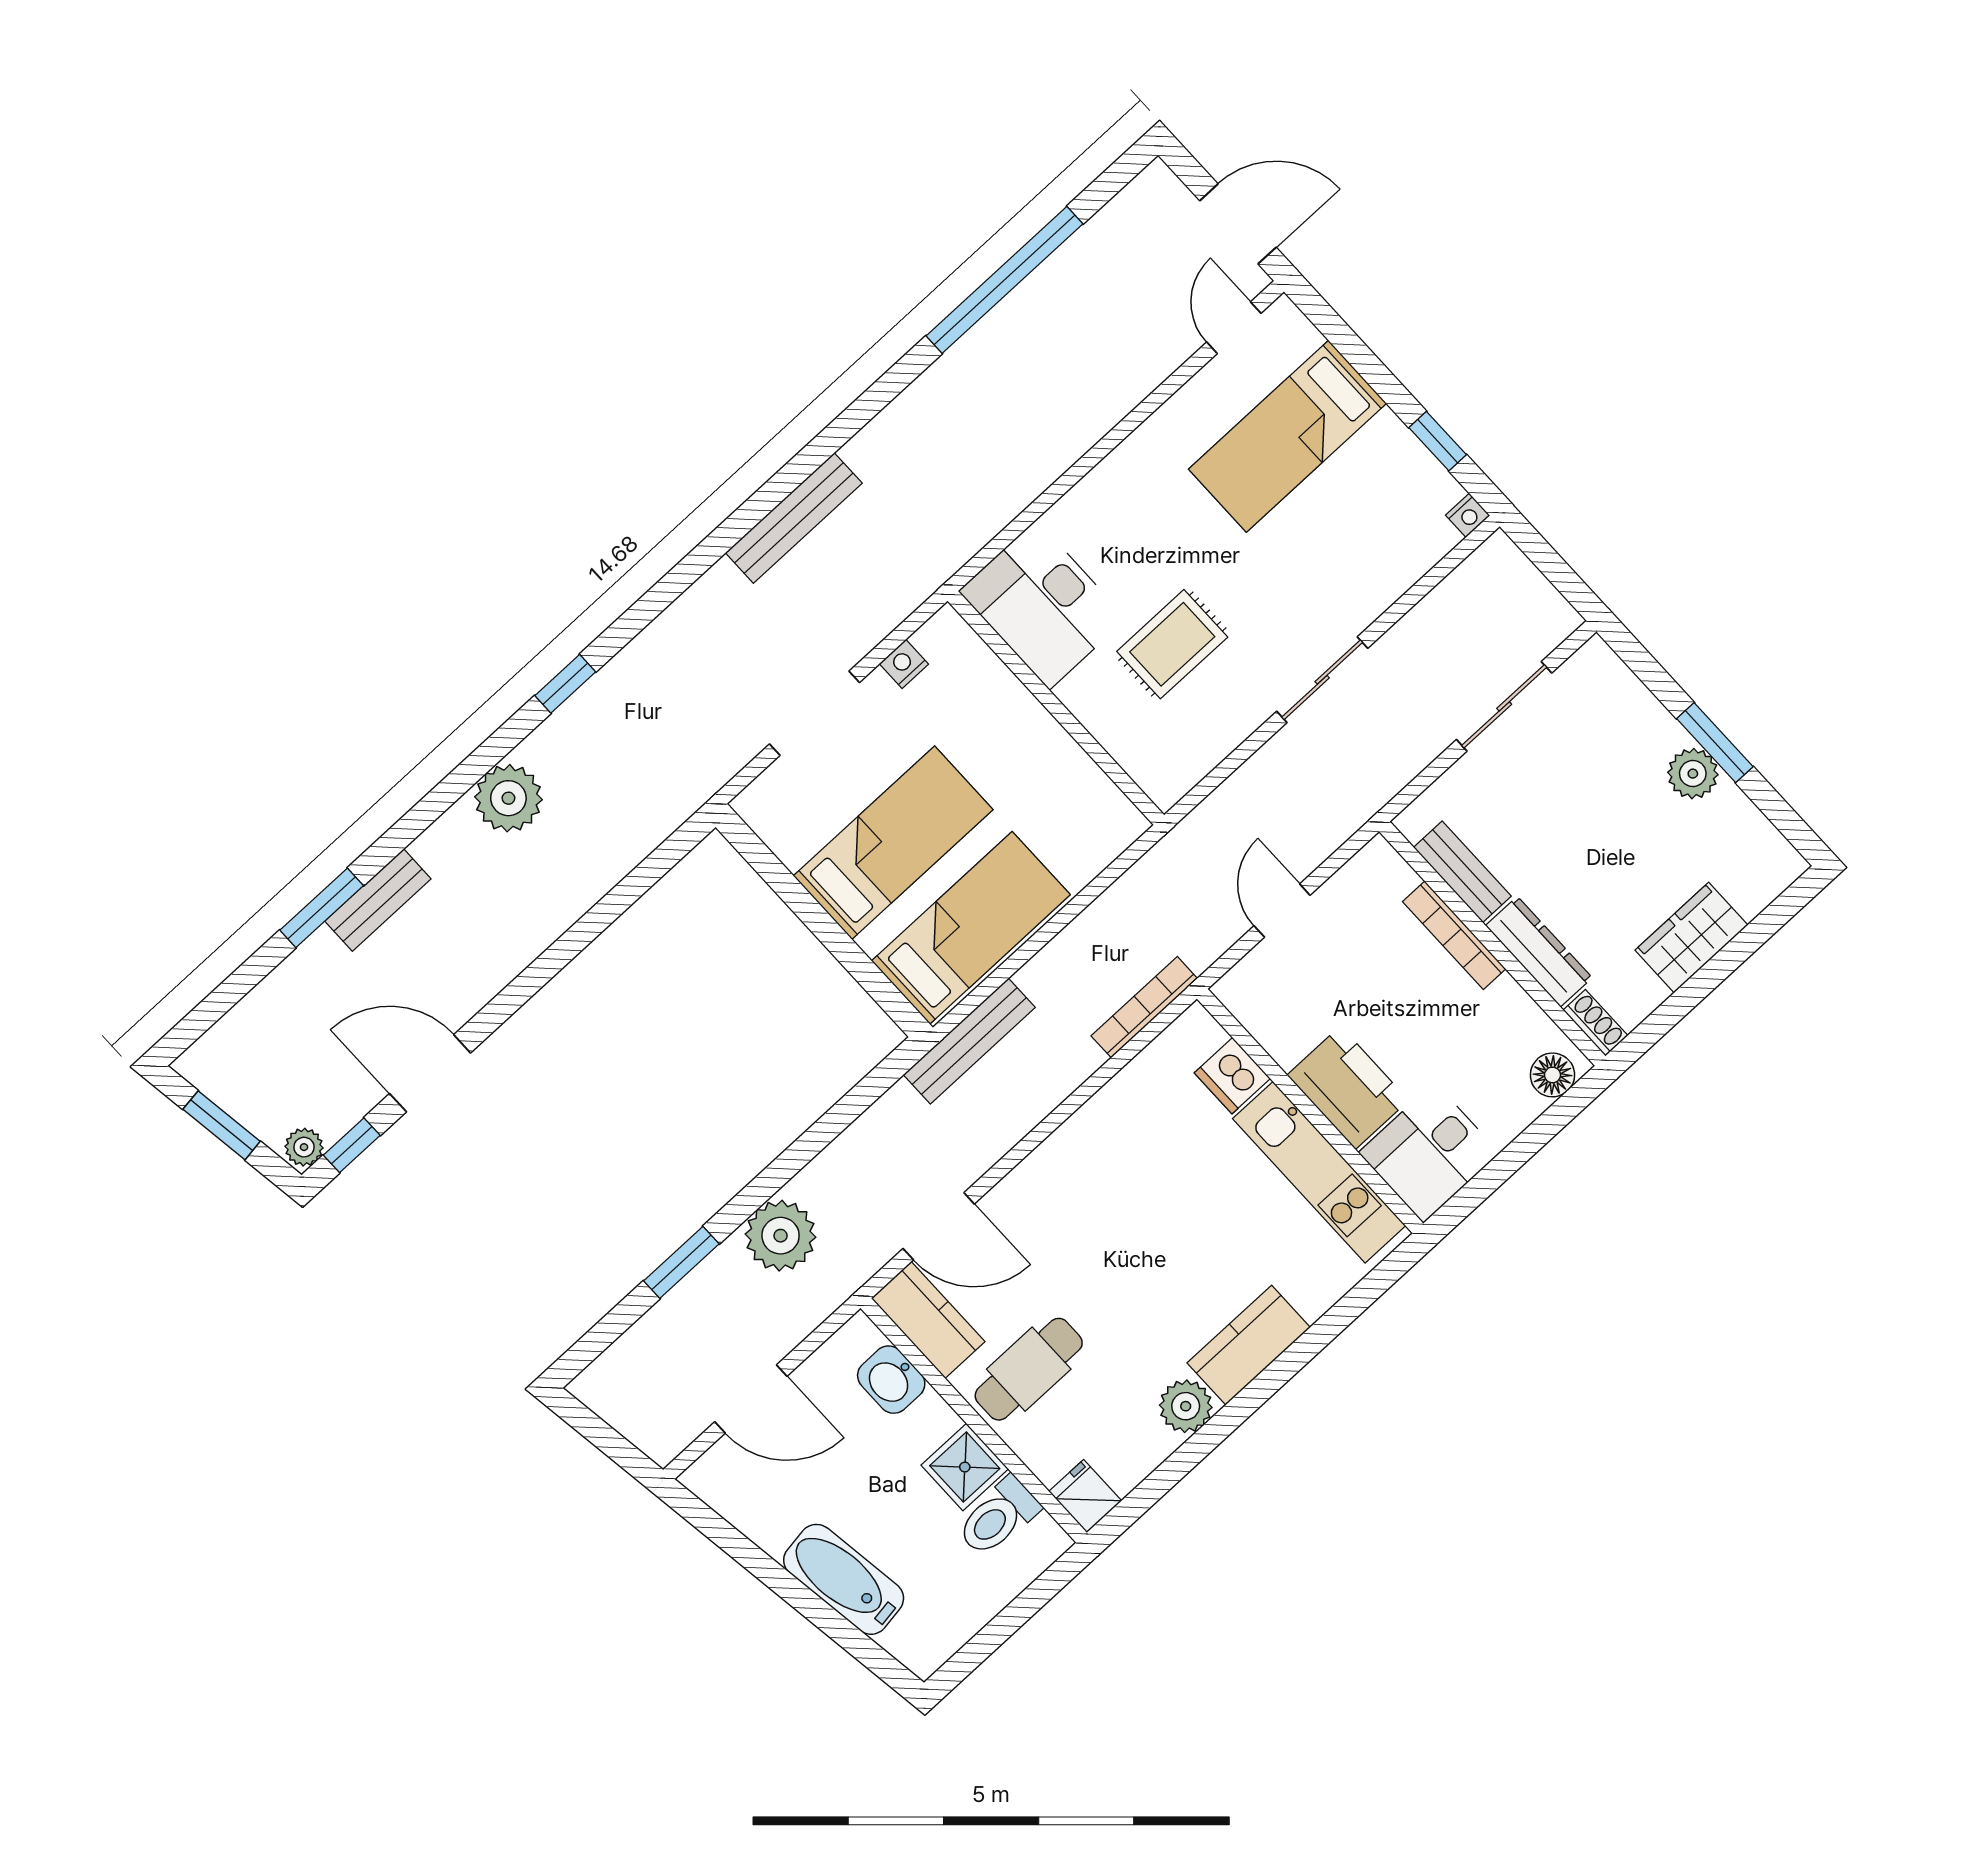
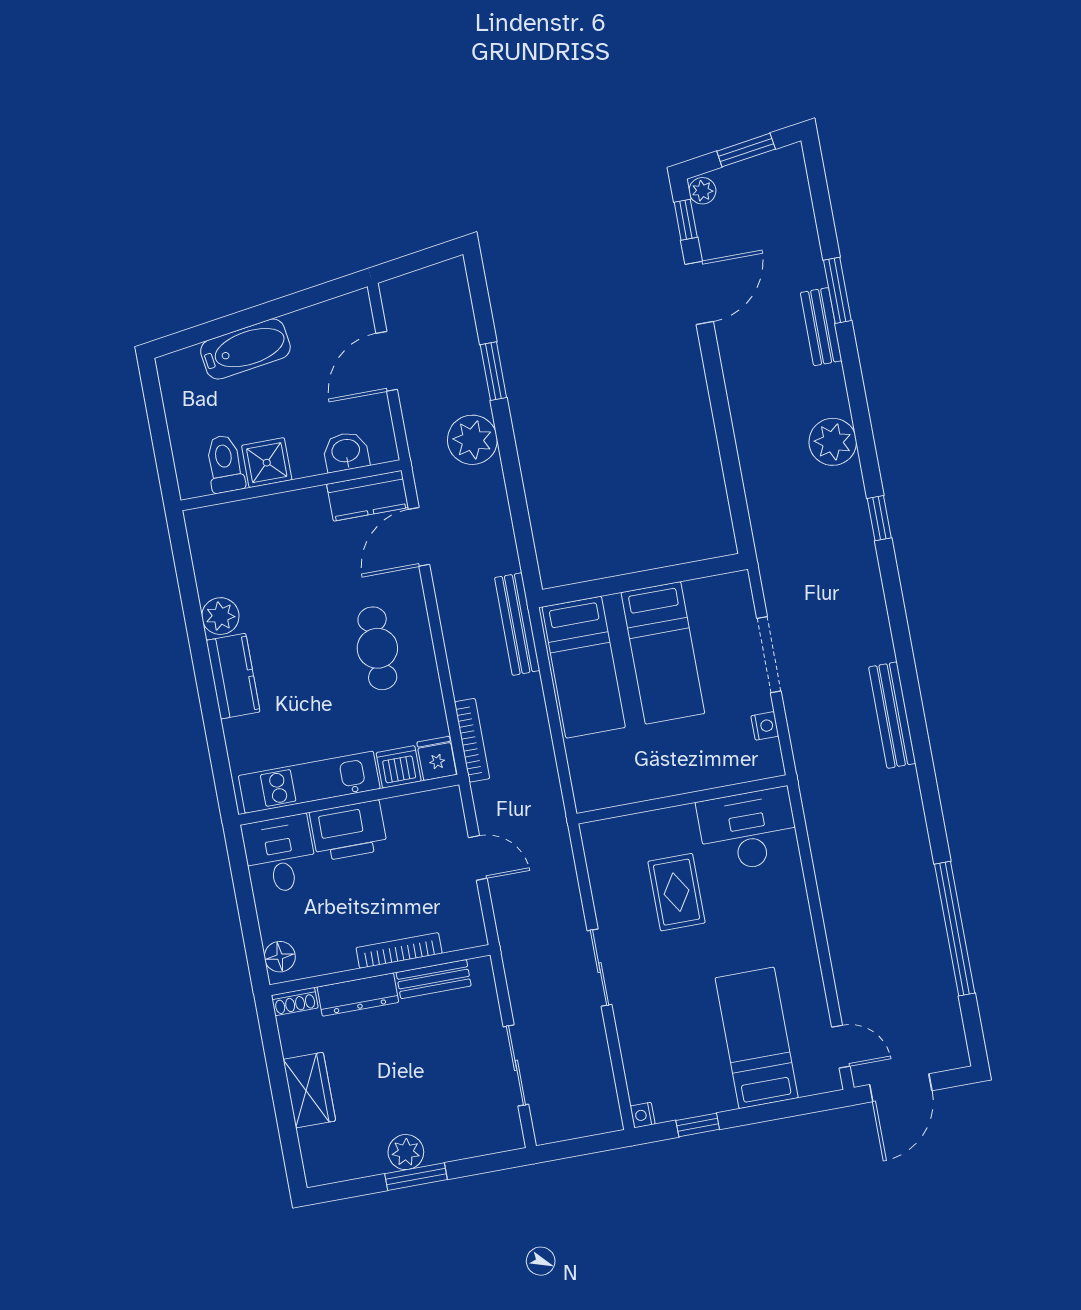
cafe table: (1029, 1369) -> (377, 648), moved
fridge: (1085, 1496) -> (437, 758), moved, turned -90

